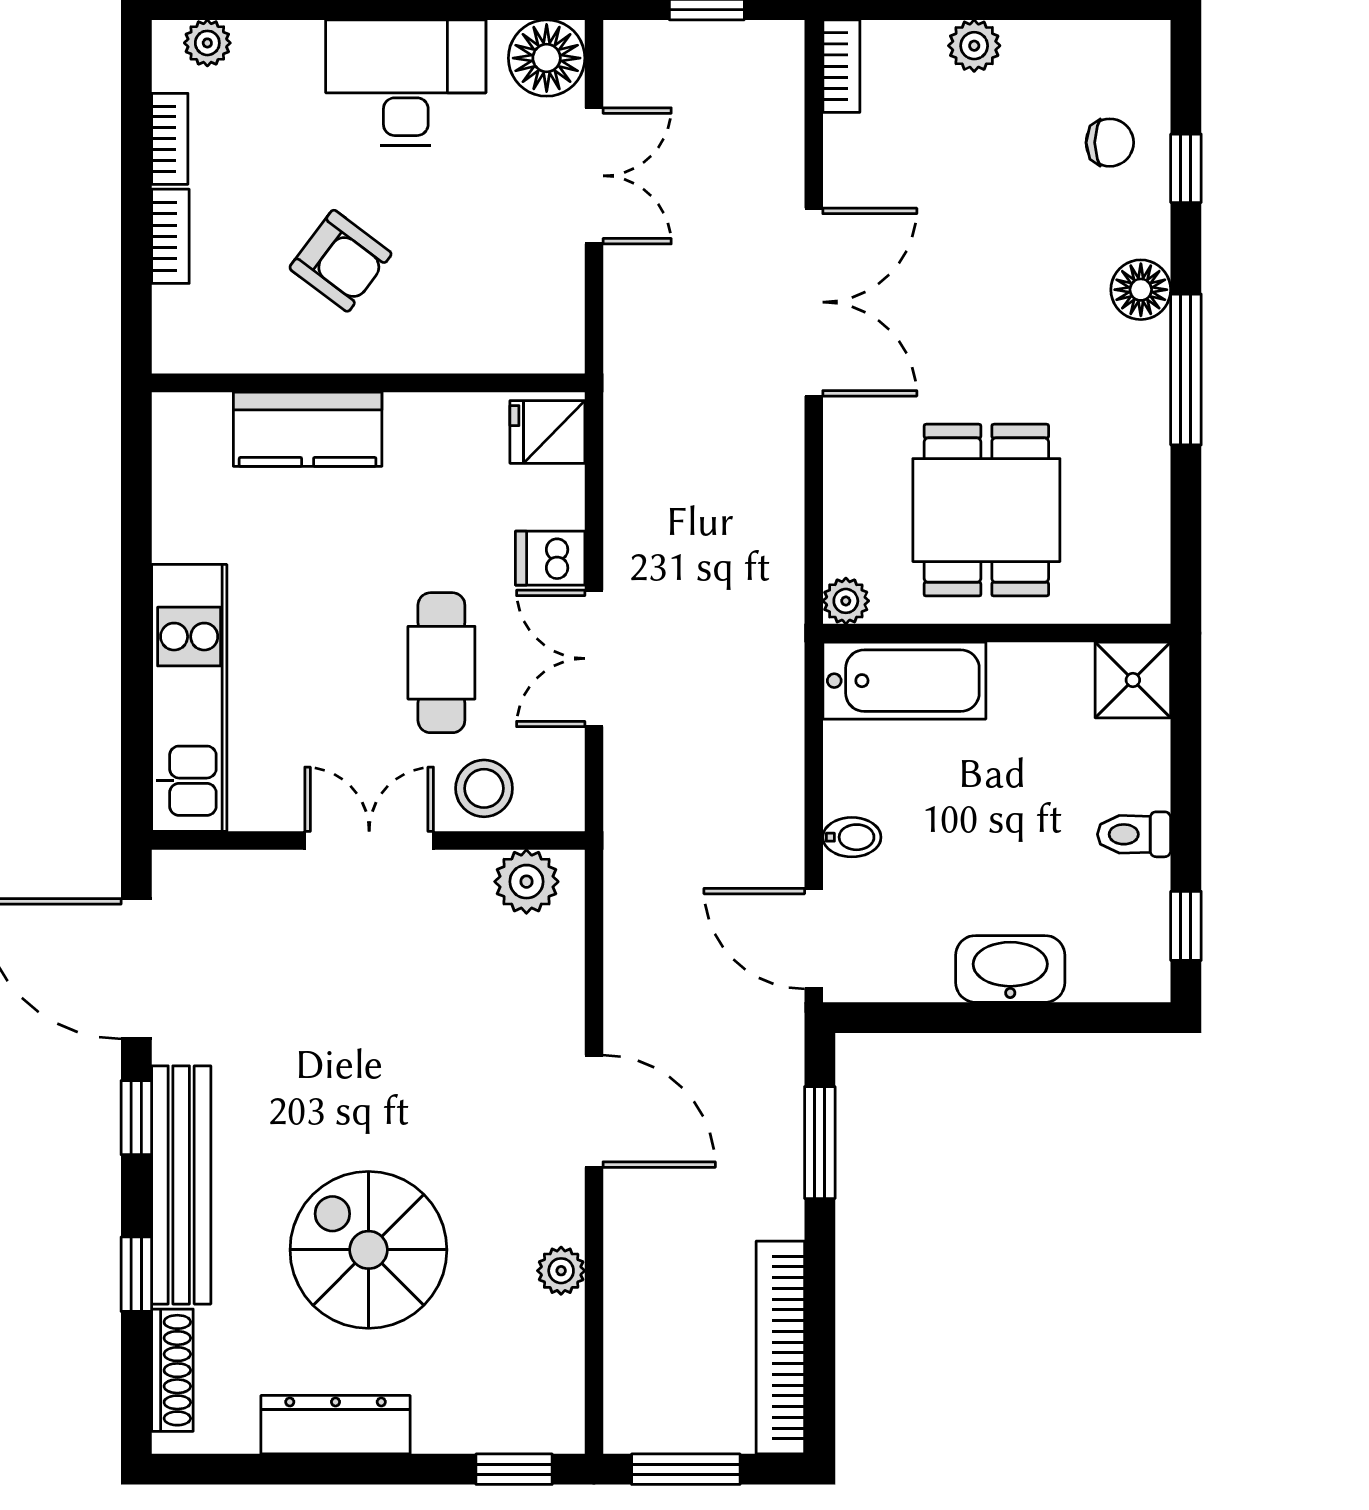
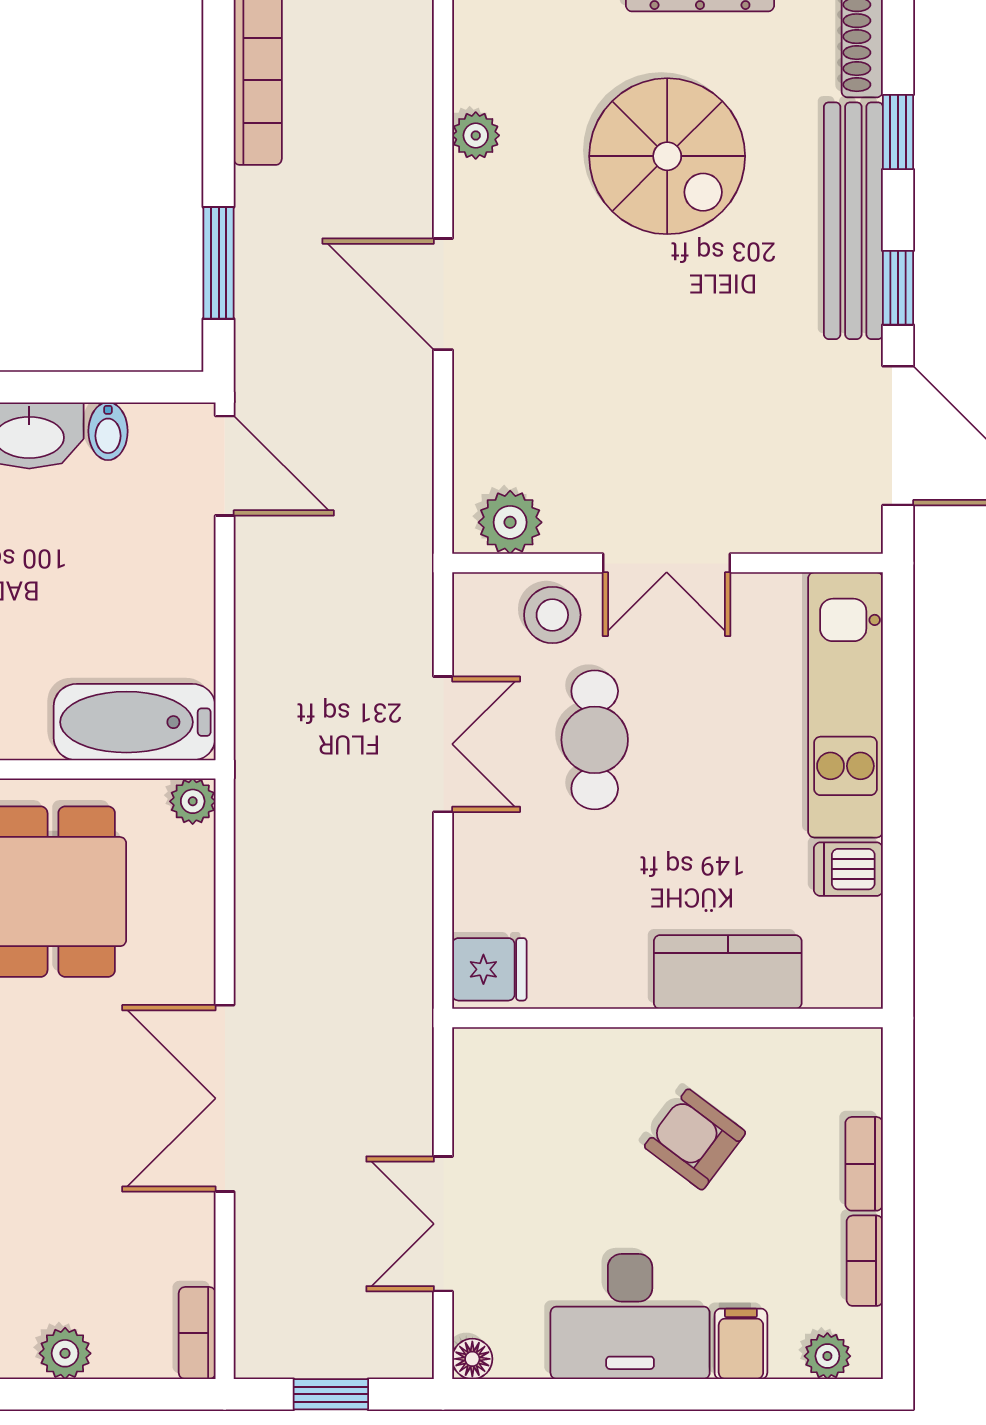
filing cabinet: (294, 55) -> (741, 1344), added
floor lamp: (547, 58) -> (472, 1359), width x0.53, depth x0.53
dishwasher: (550, 558) -> (848, 869), moved, turned 180
bidet: (852, 837) -> (108, 431), moved, turned -90

